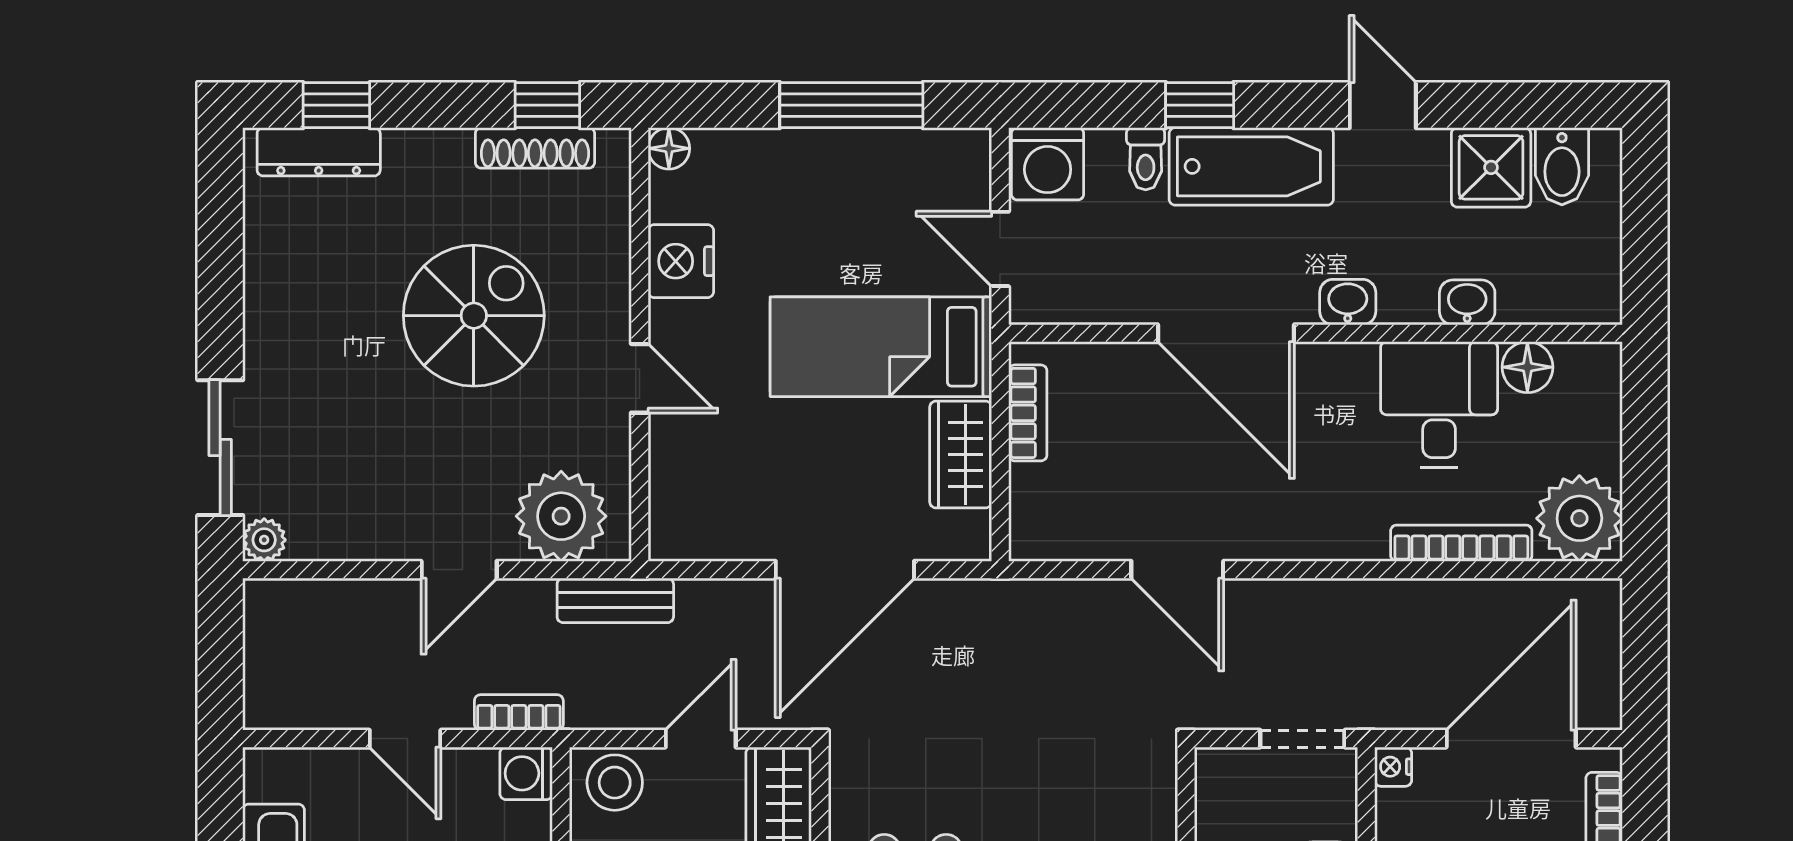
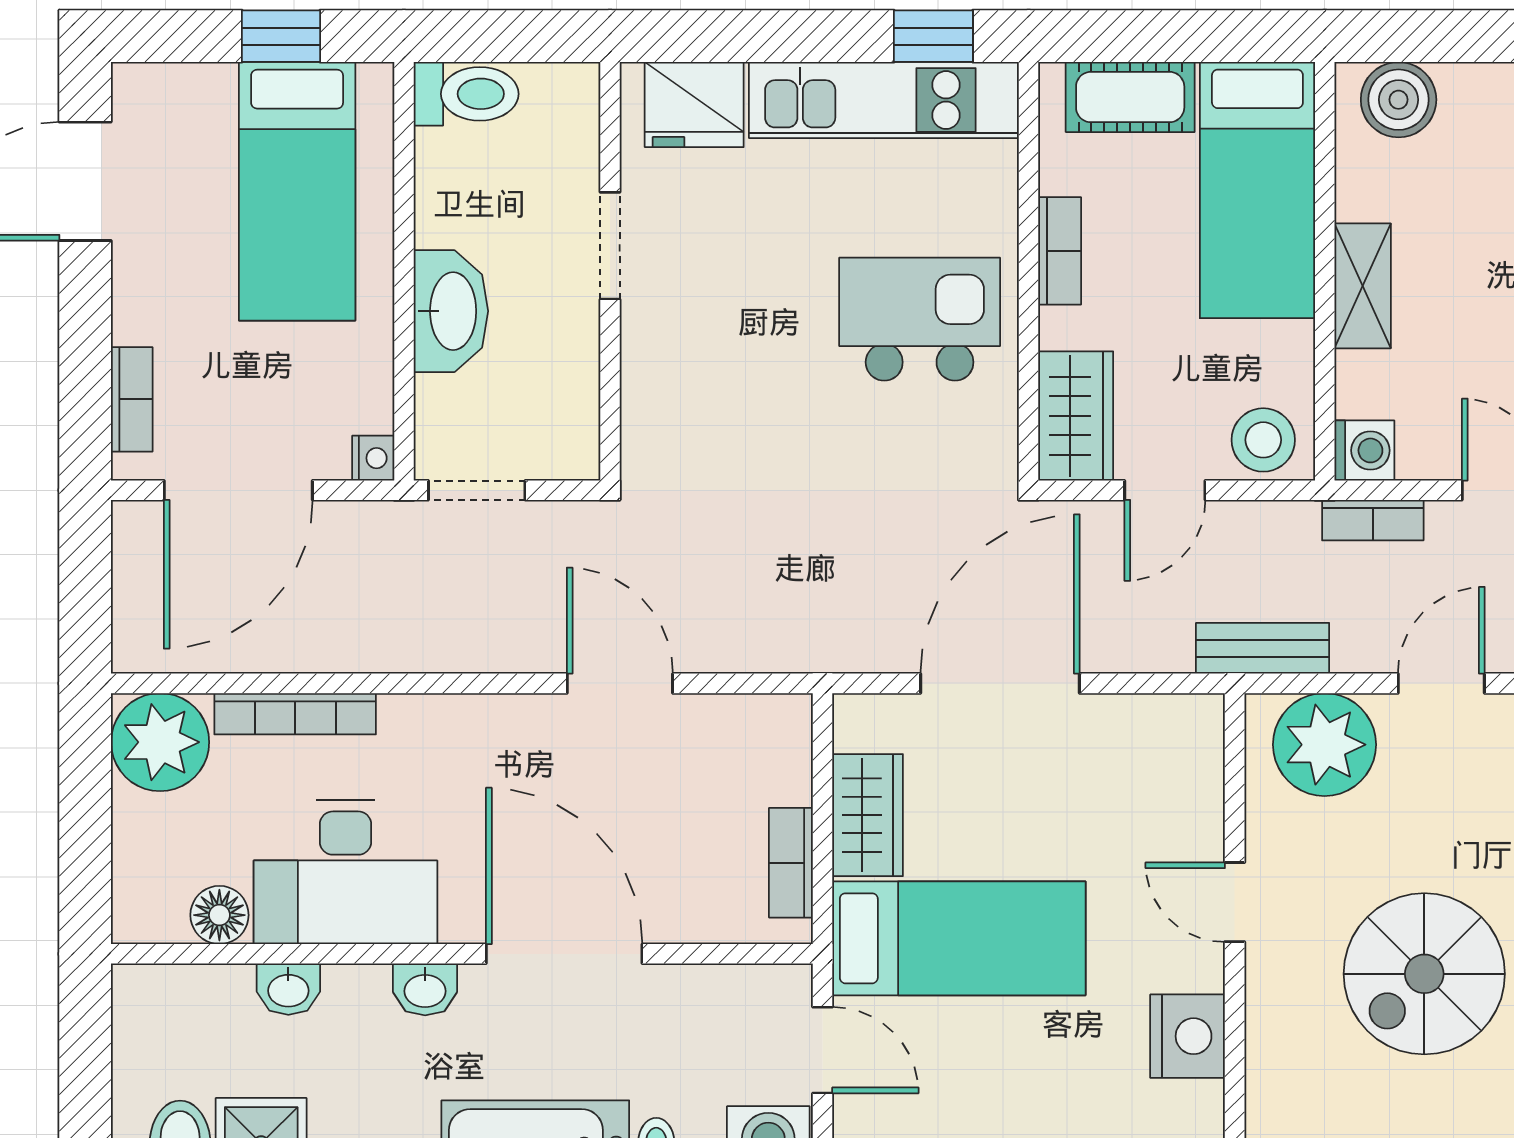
desk: (1439, 405) -> (346, 872), width x1.37

